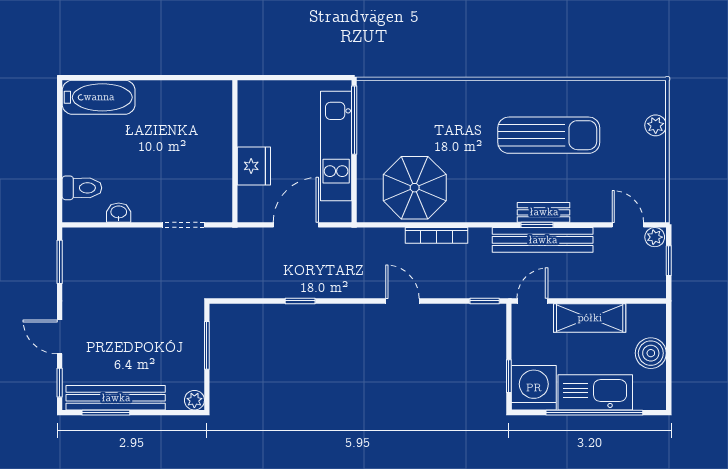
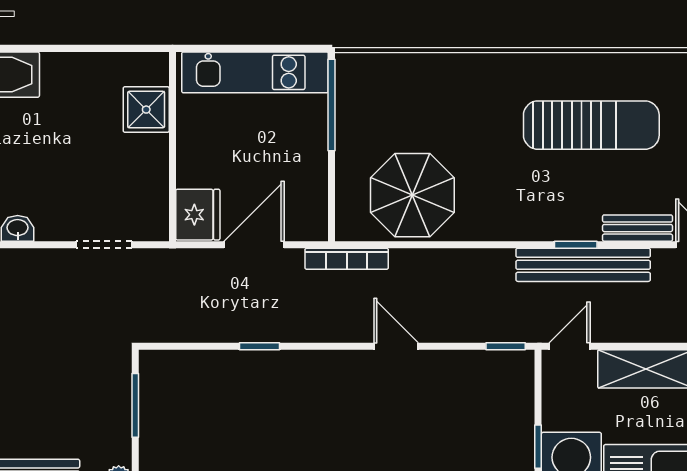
shower: (215, 123) -> (146, 110), added
kitchen unit: (336, 146) -> (255, 72), moved, turned -90
fridge: (254, 166) -> (198, 215), moved
bench: (544, 212) -> (637, 228), moved
bookcase: (437, 235) -> (347, 259), moved

